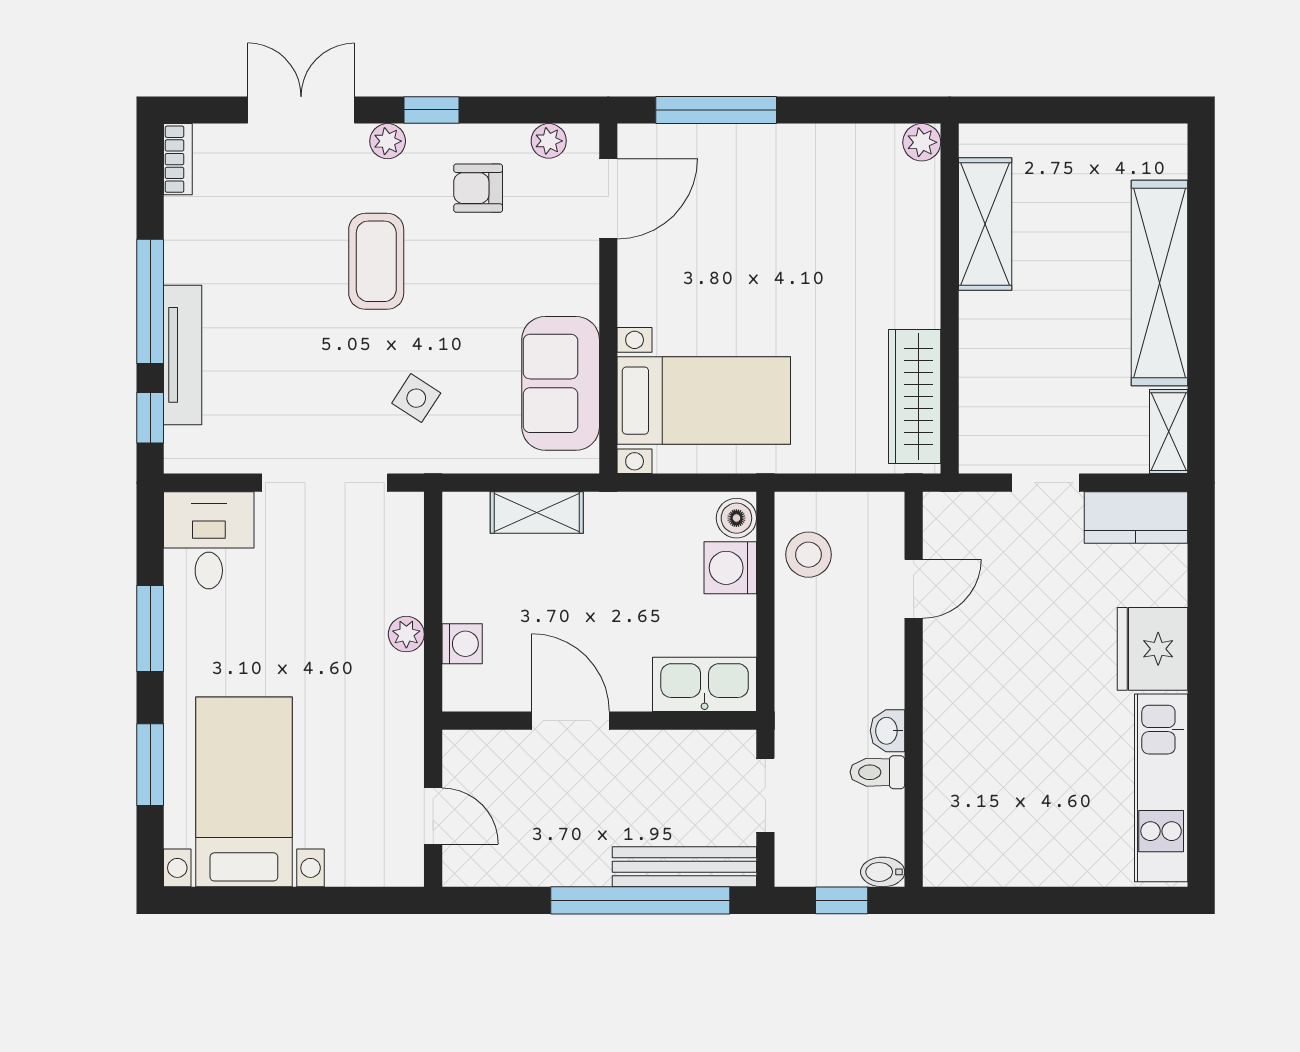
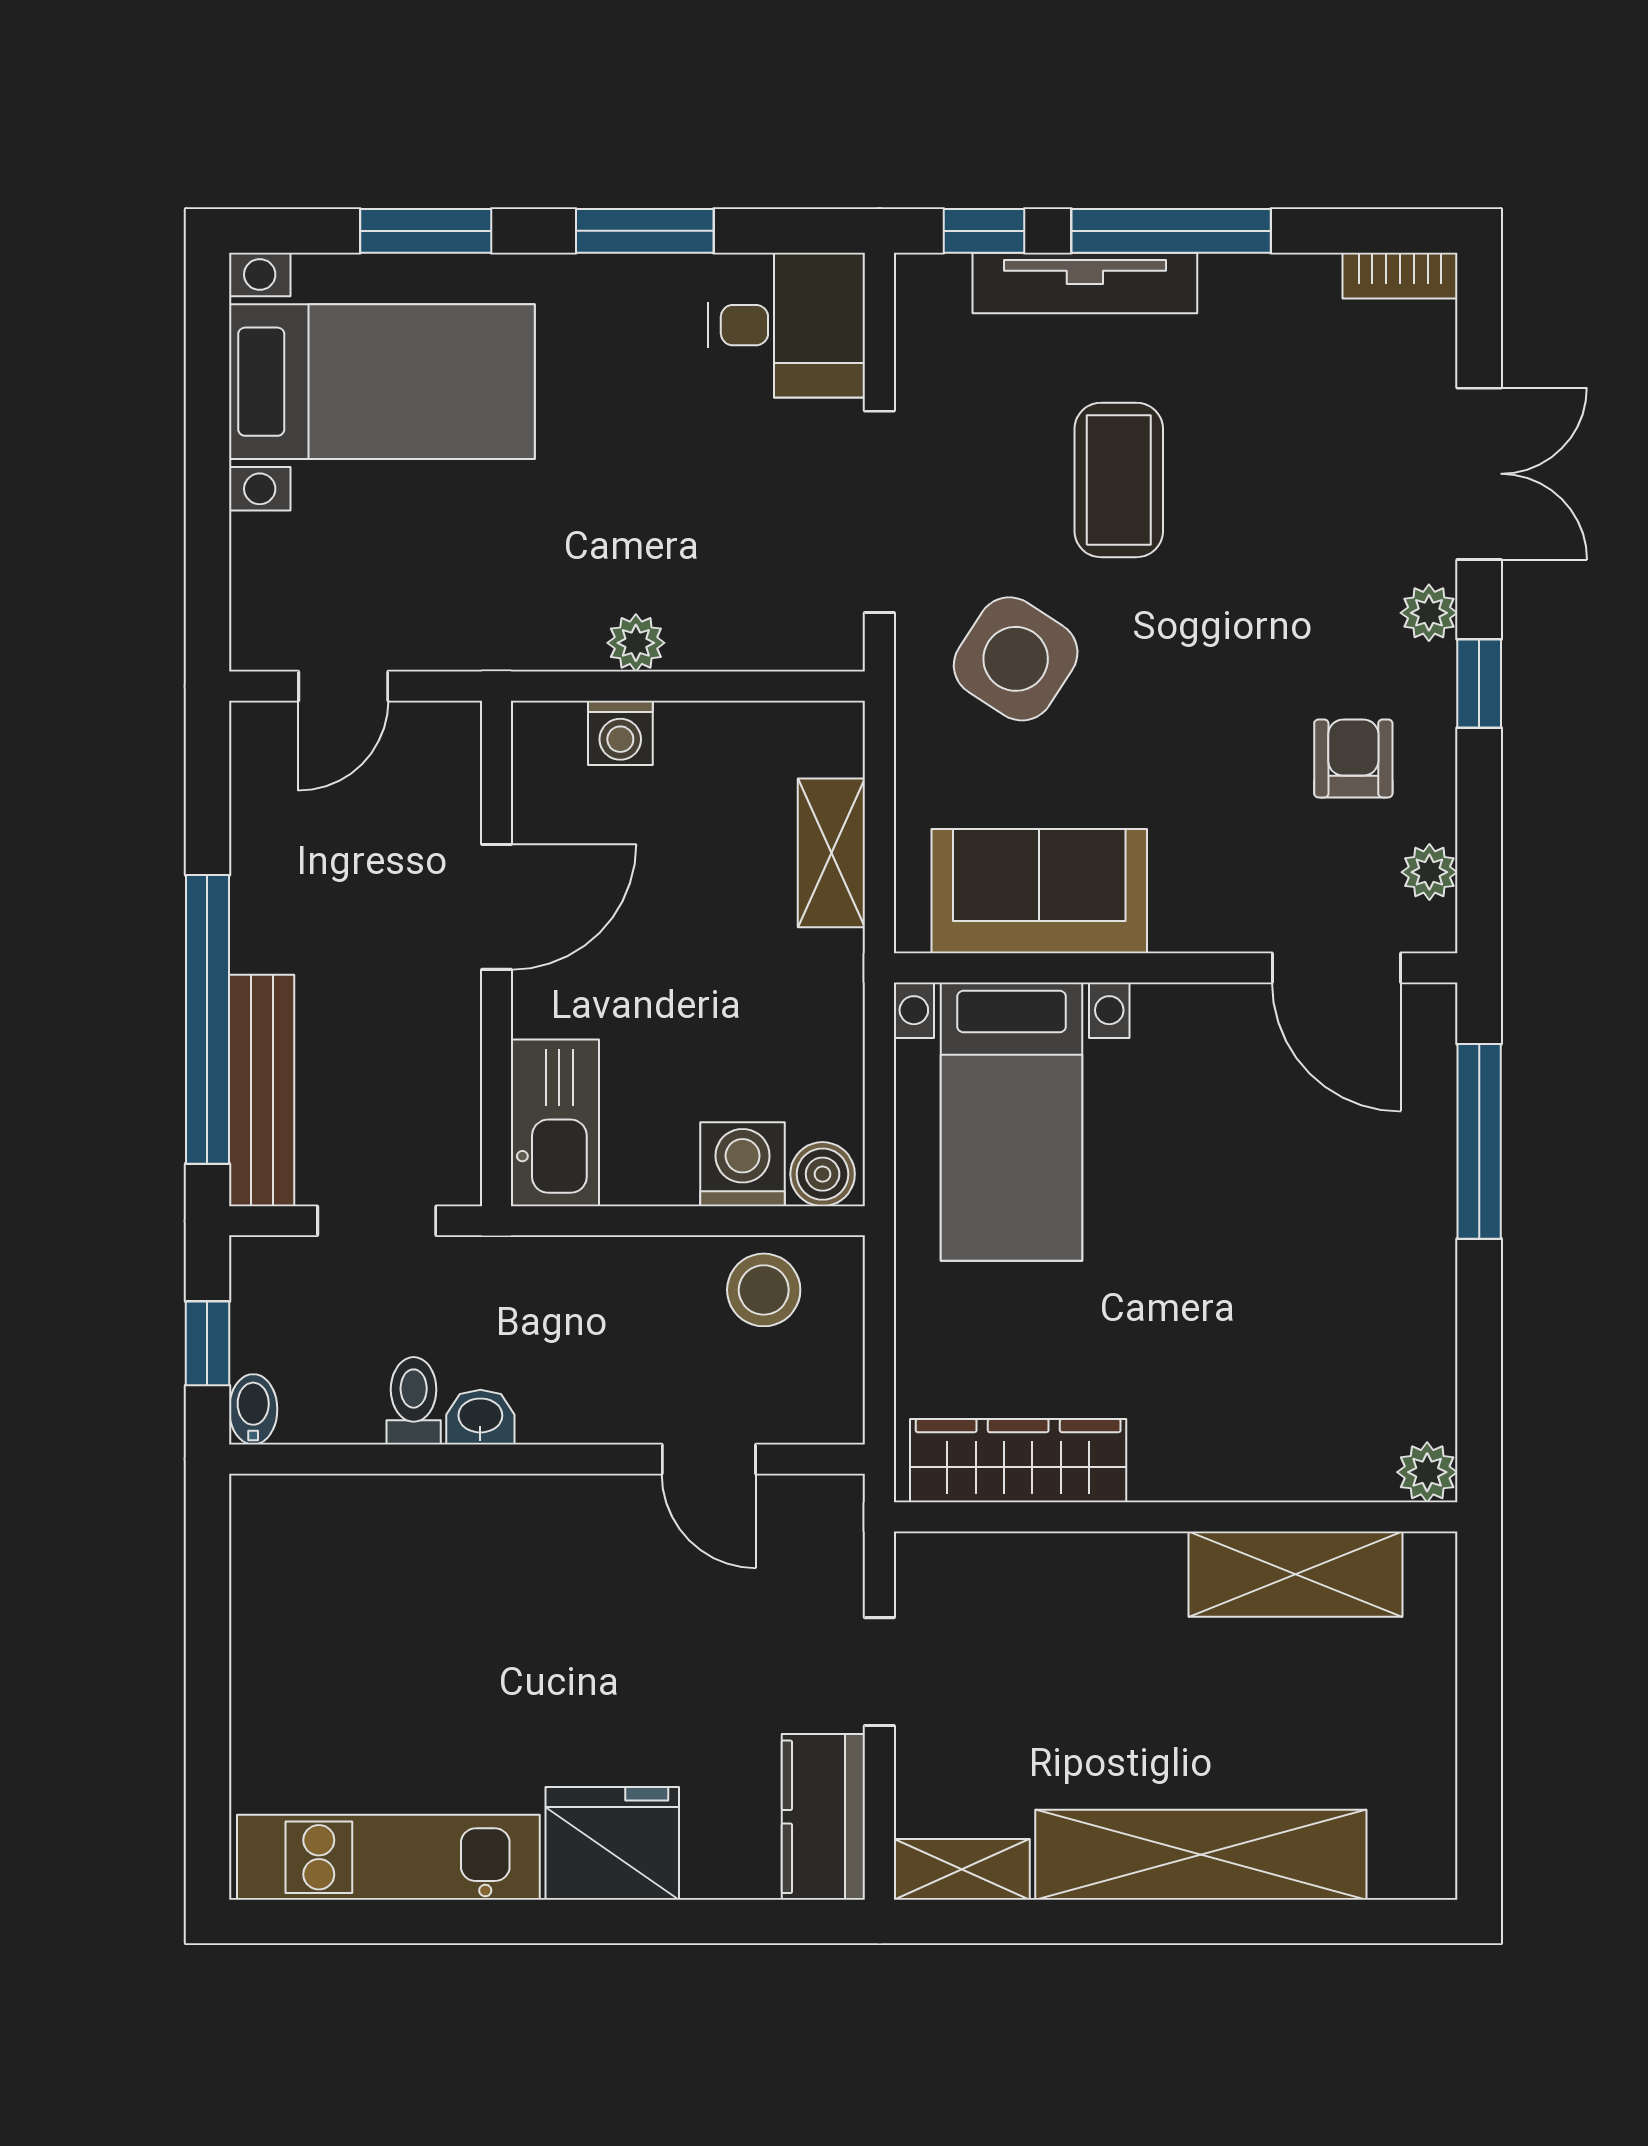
coffee table: (376, 261) -> (1119, 480), moved, turned 90
side table: (416, 398) -> (1016, 659), width x1.87, depth x1.87

